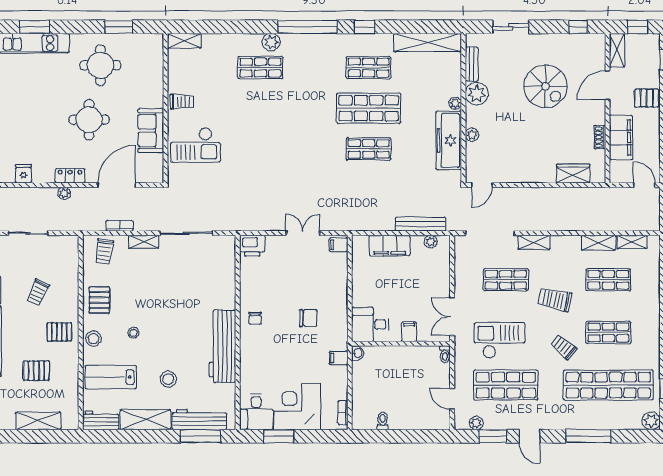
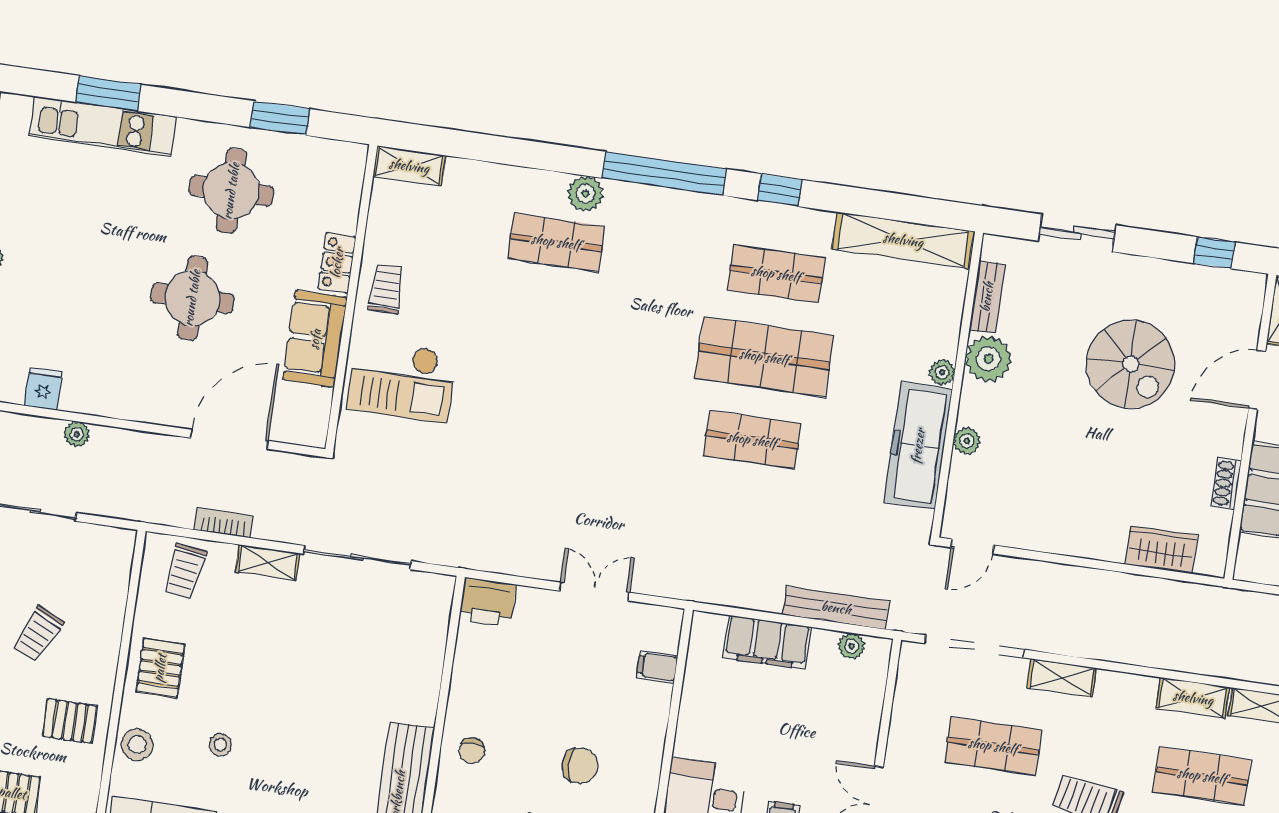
trolley: (182, 102) -> (386, 289), turned -90
locker: (70, 176) -> (337, 263), moved, turned -90
plant: (64, 193) -> (77, 434), moved
filing cabinet: (339, 245) -> (657, 667), moved

